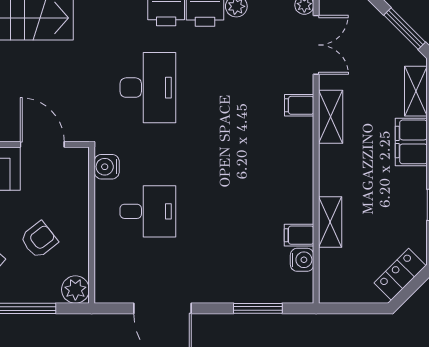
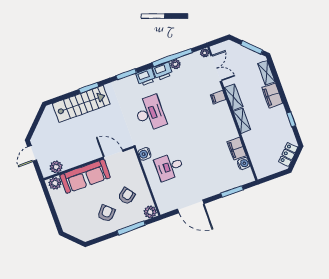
desk: (148, 211) -> (169, 167), turned 180
shelving: (330, 222) -> (242, 121), moved
filing cabinet: (299, 235) -> (237, 149), width x2.00

